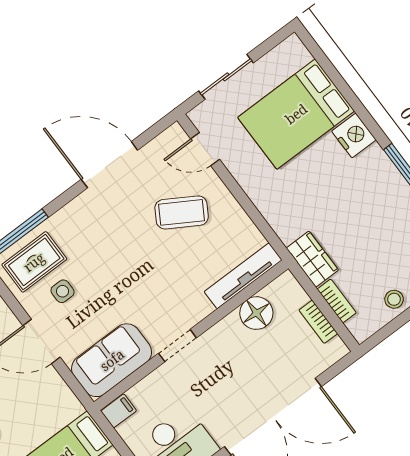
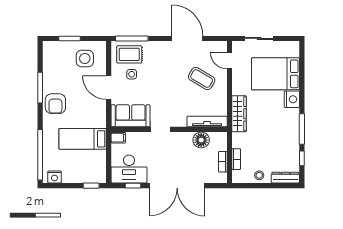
wardrobe: (312, 259) -> (239, 114), moved, width x1.50

